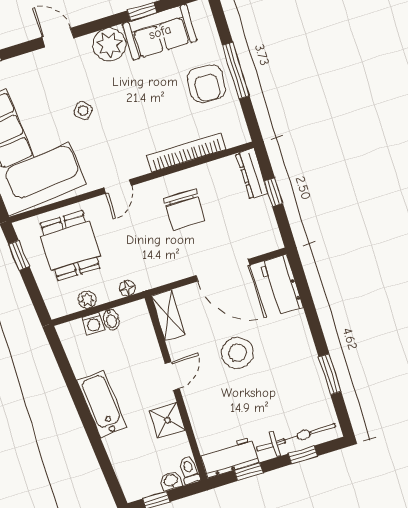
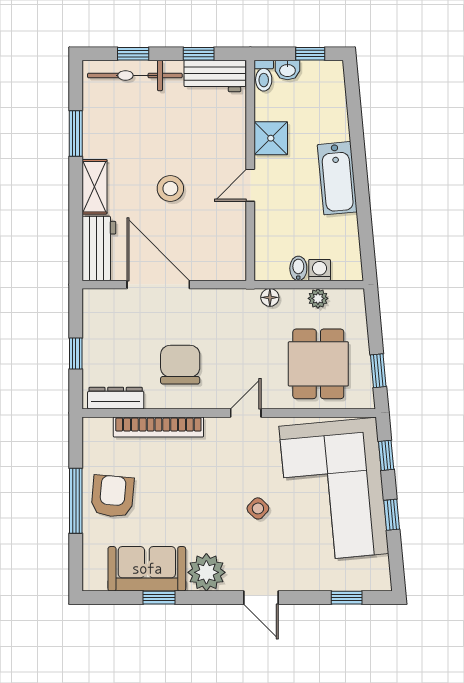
dresser: (252, 174) -> (116, 398), moved, turned -90
shelving: (168, 315) -> (94, 187), moved
stool: (238, 353) -> (170, 189), width x0.73, depth x0.73

